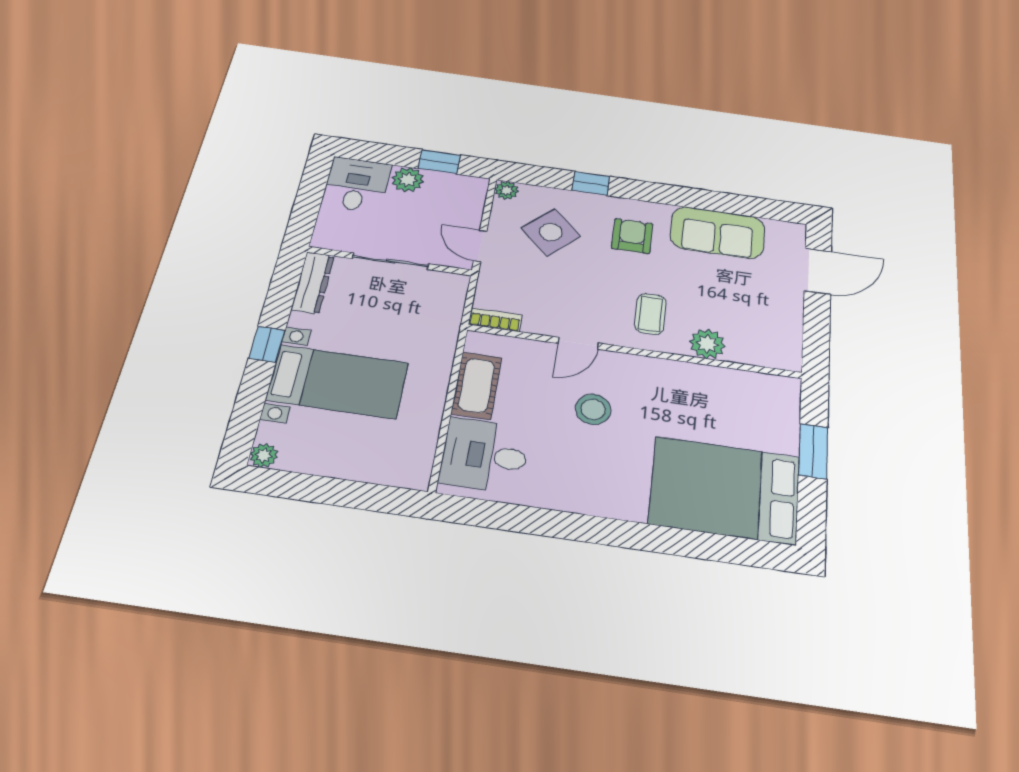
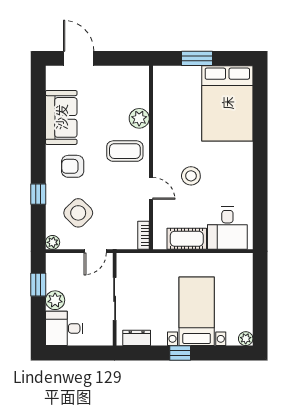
dresser: (313, 283) -> (137, 338), width x0.70
coffee table: (650, 314) -> (125, 151), width x1.36, depth x1.30

